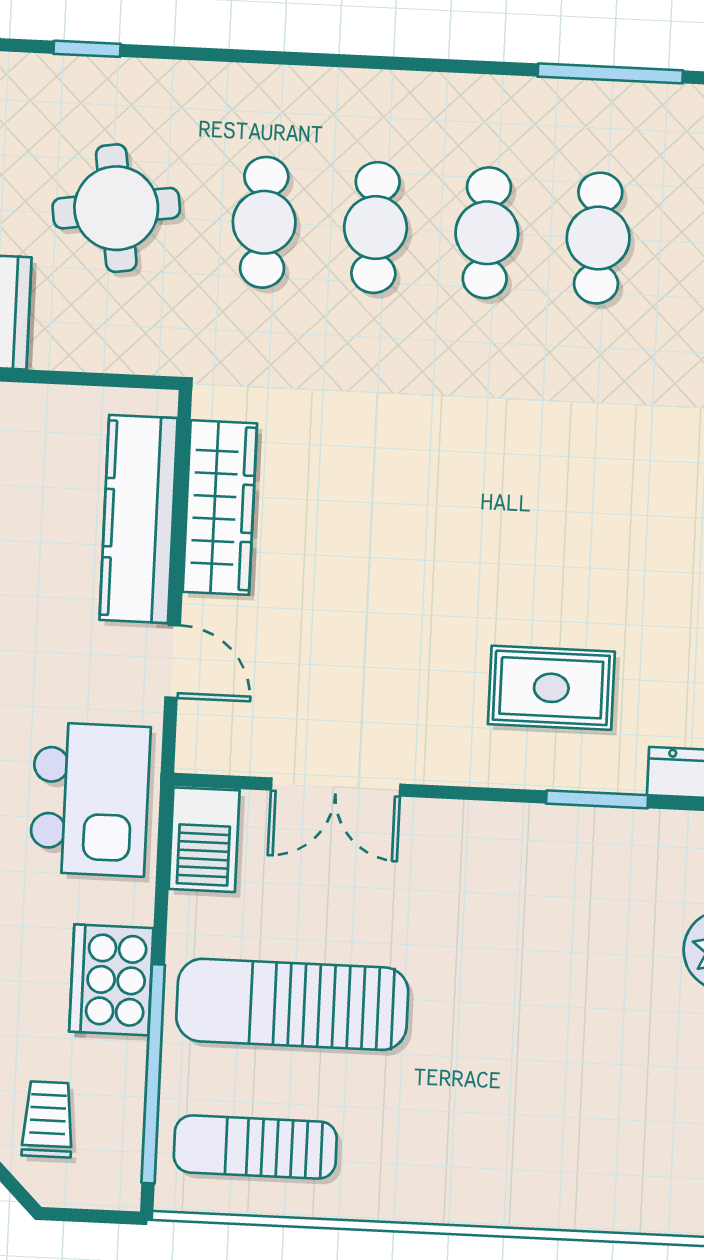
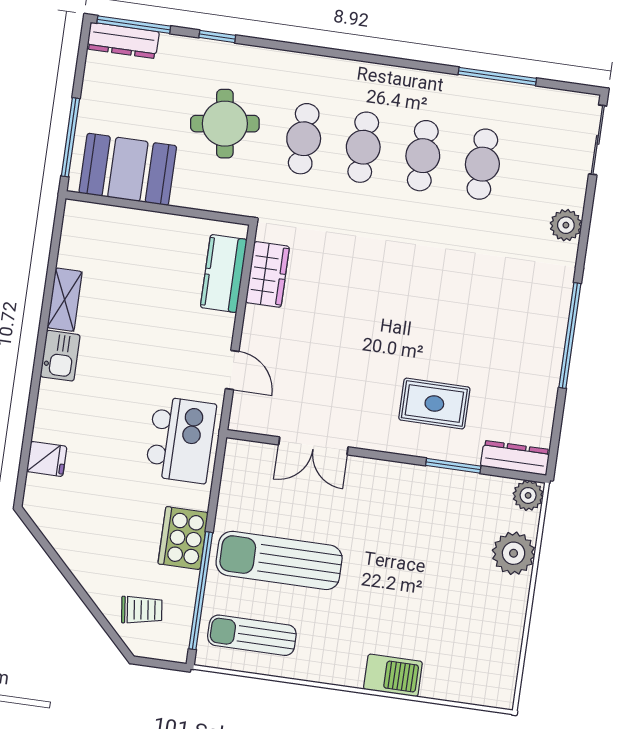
wardrobe: (220, 508) -> (267, 274), width x0.67
kitchen counter: (139, 519) -> (224, 274), width x0.67
barbecue: (204, 840) -> (393, 675), moved, turned -90
trolley: (48, 1119) -> (142, 610), turned 83

